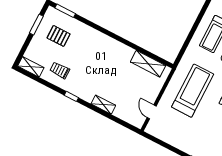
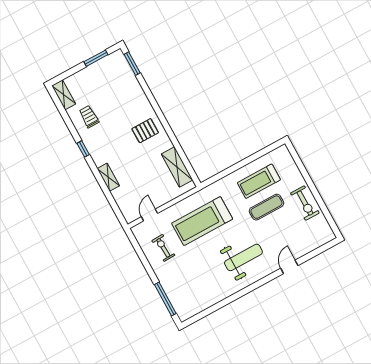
pallet: (59, 36) -> (145, 131), moved, turned 90
treadmill: (193, 91) -> (202, 221), turned 180
exercise bike: (178, 129) -> (163, 248), added

